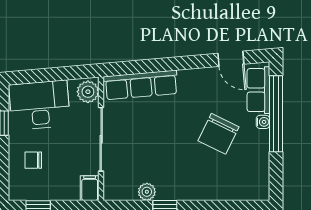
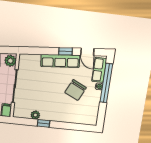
window: (189, 62) -> (65, 51), added
row of seats: (141, 85) -> (60, 61), moved

